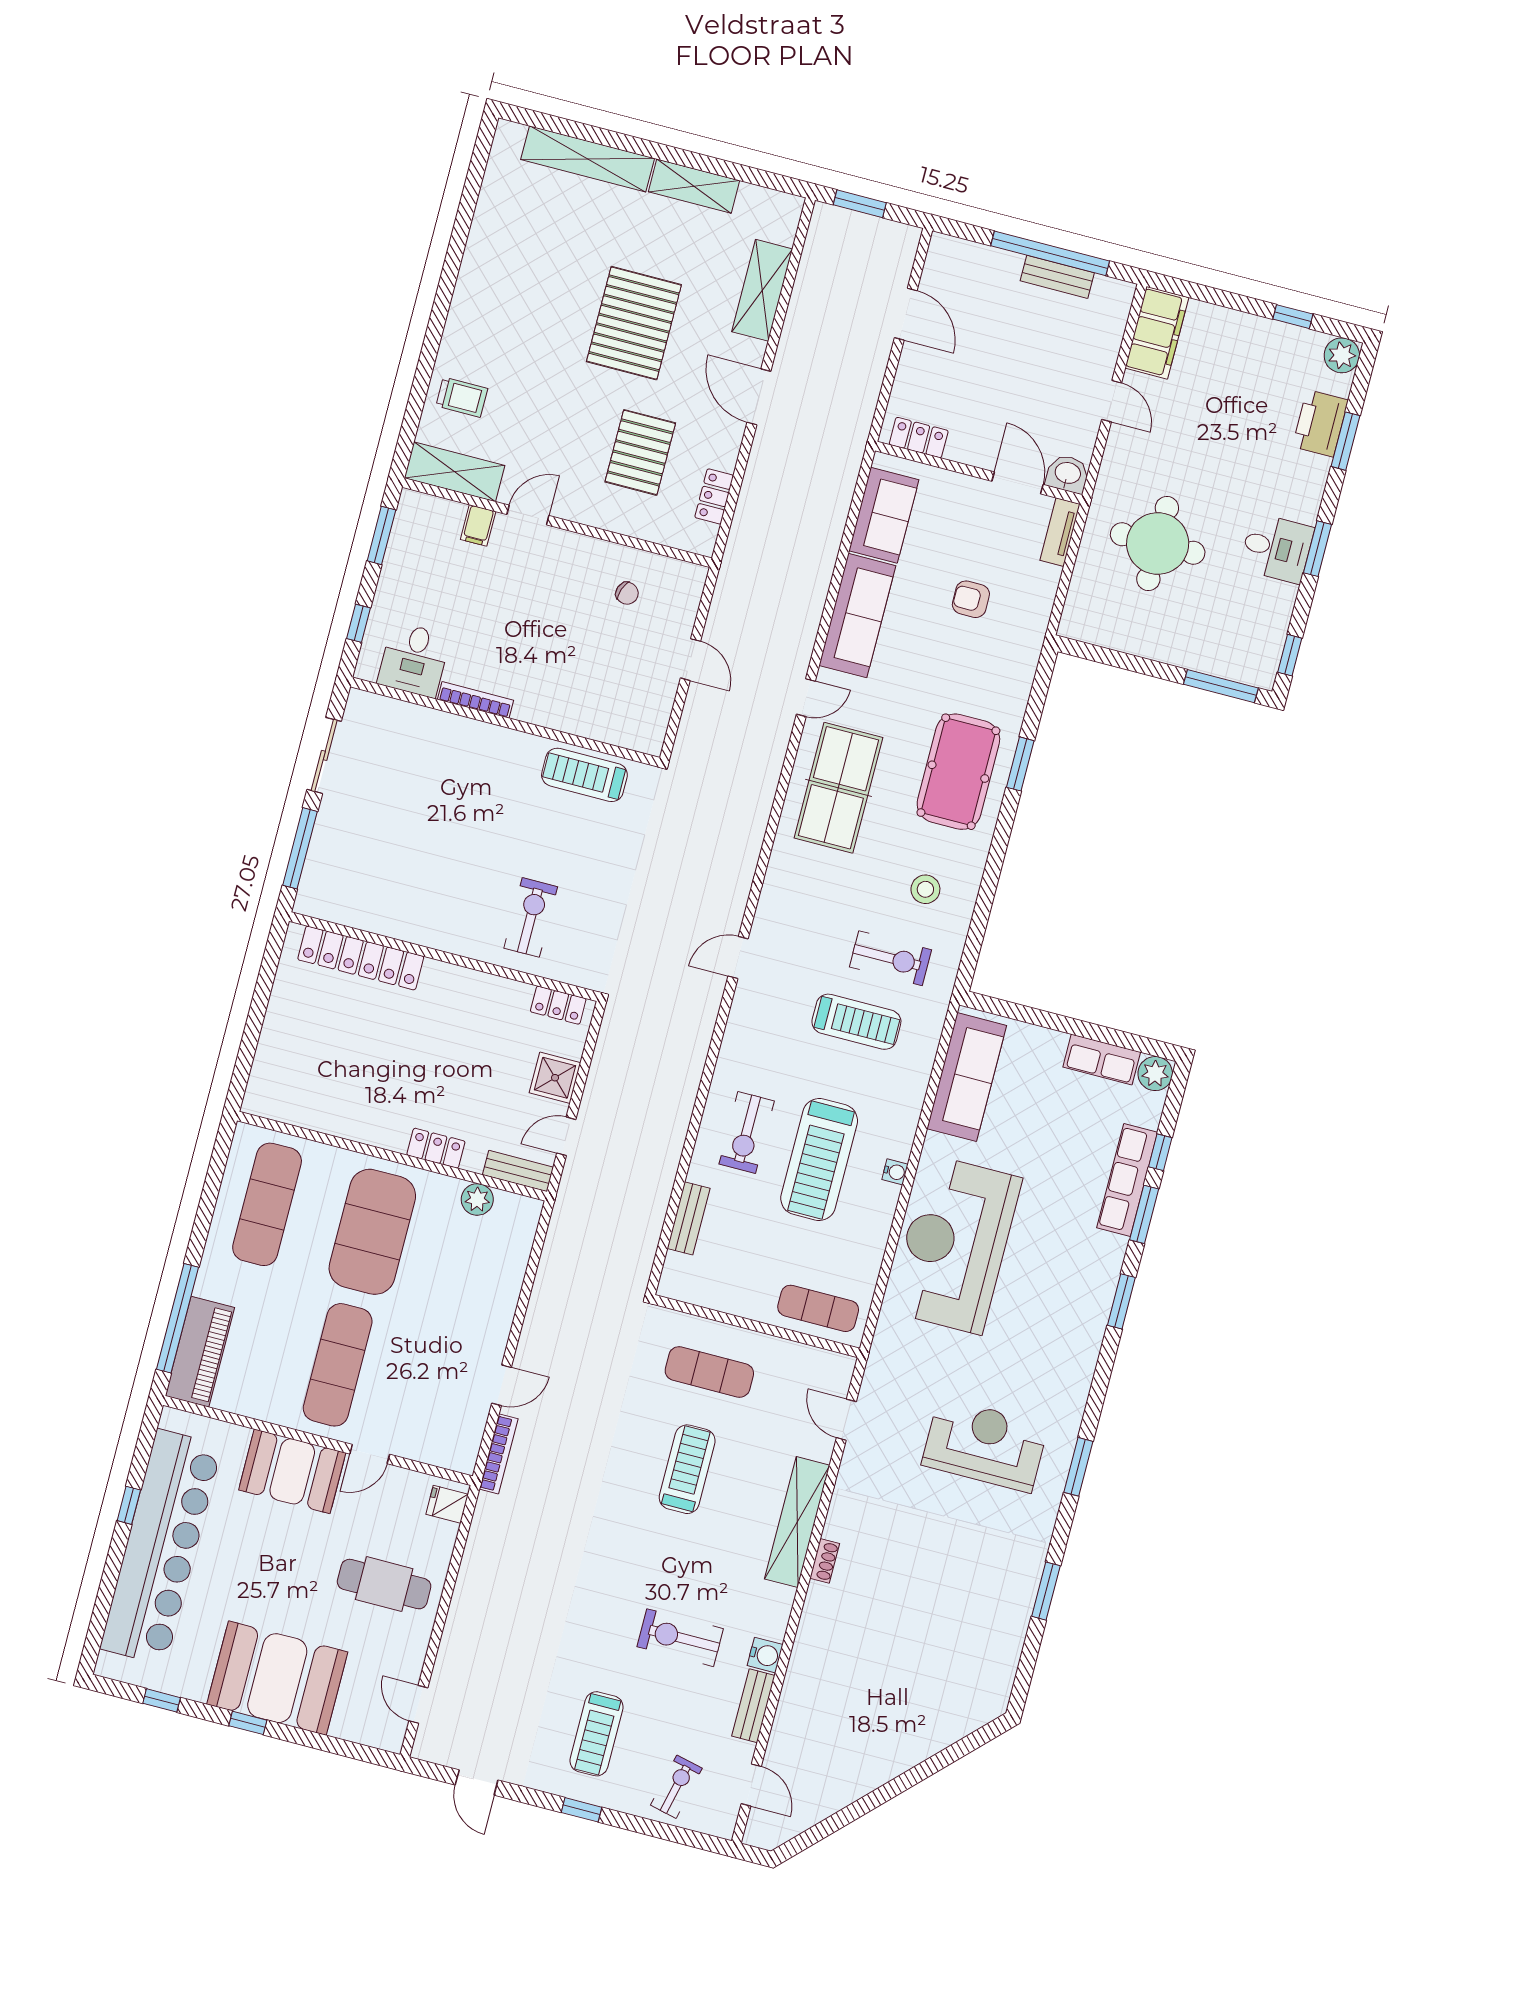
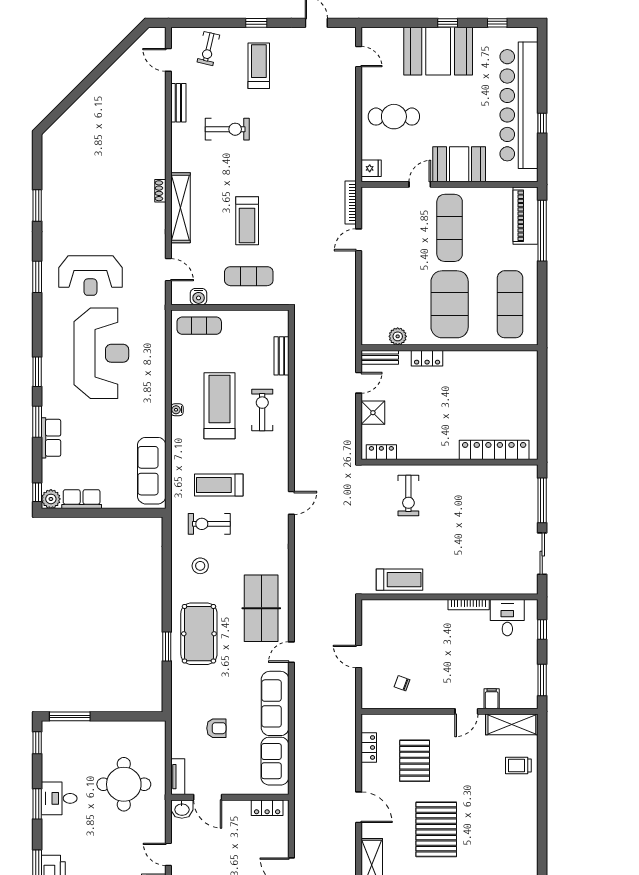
window: (1160, 1152) -> (37, 492), moved
row of seats: (1127, 1180) -> (51, 438), width x0.68
reception desk: (955, 1245) -> (101, 353), moved
water cooler: (765, 1655) -> (199, 297), moved, turned -90

